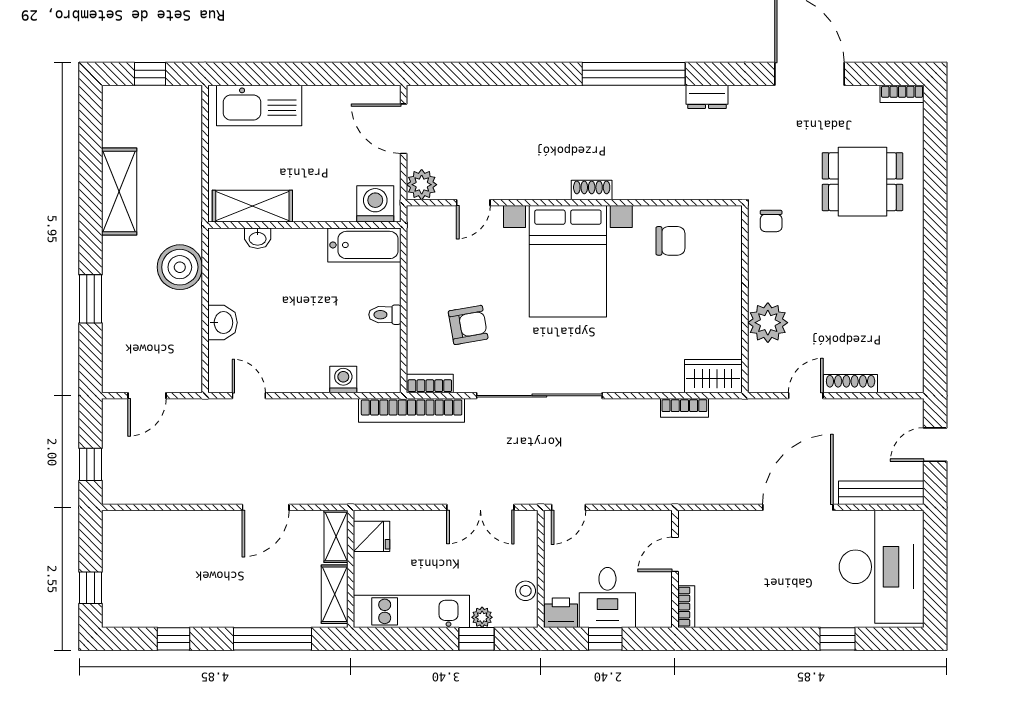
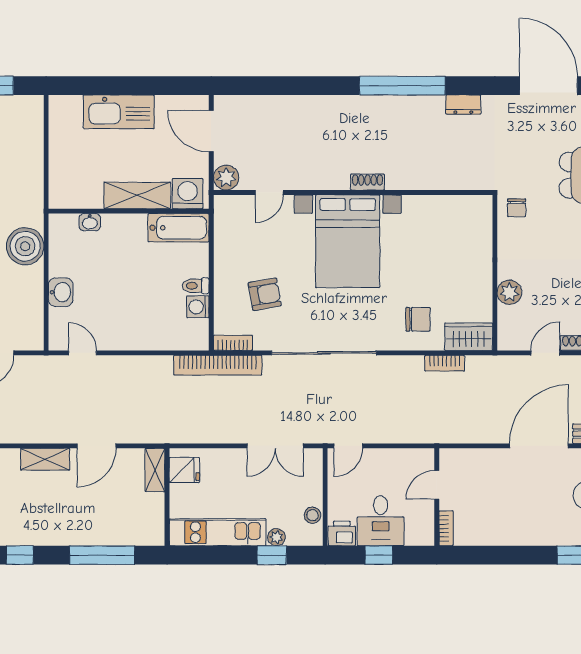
kitchen sink: (259, 106) -> (119, 112), moved
shelving: (252, 206) -> (137, 195), moved
chair: (670, 241) -> (418, 319), moved
plant: (768, 323) -> (509, 292), width x0.73, depth x0.73
washing machine: (343, 379) -> (198, 307), moved, turned -90
shelving: (335, 594) -> (45, 459), moved, turned 90

